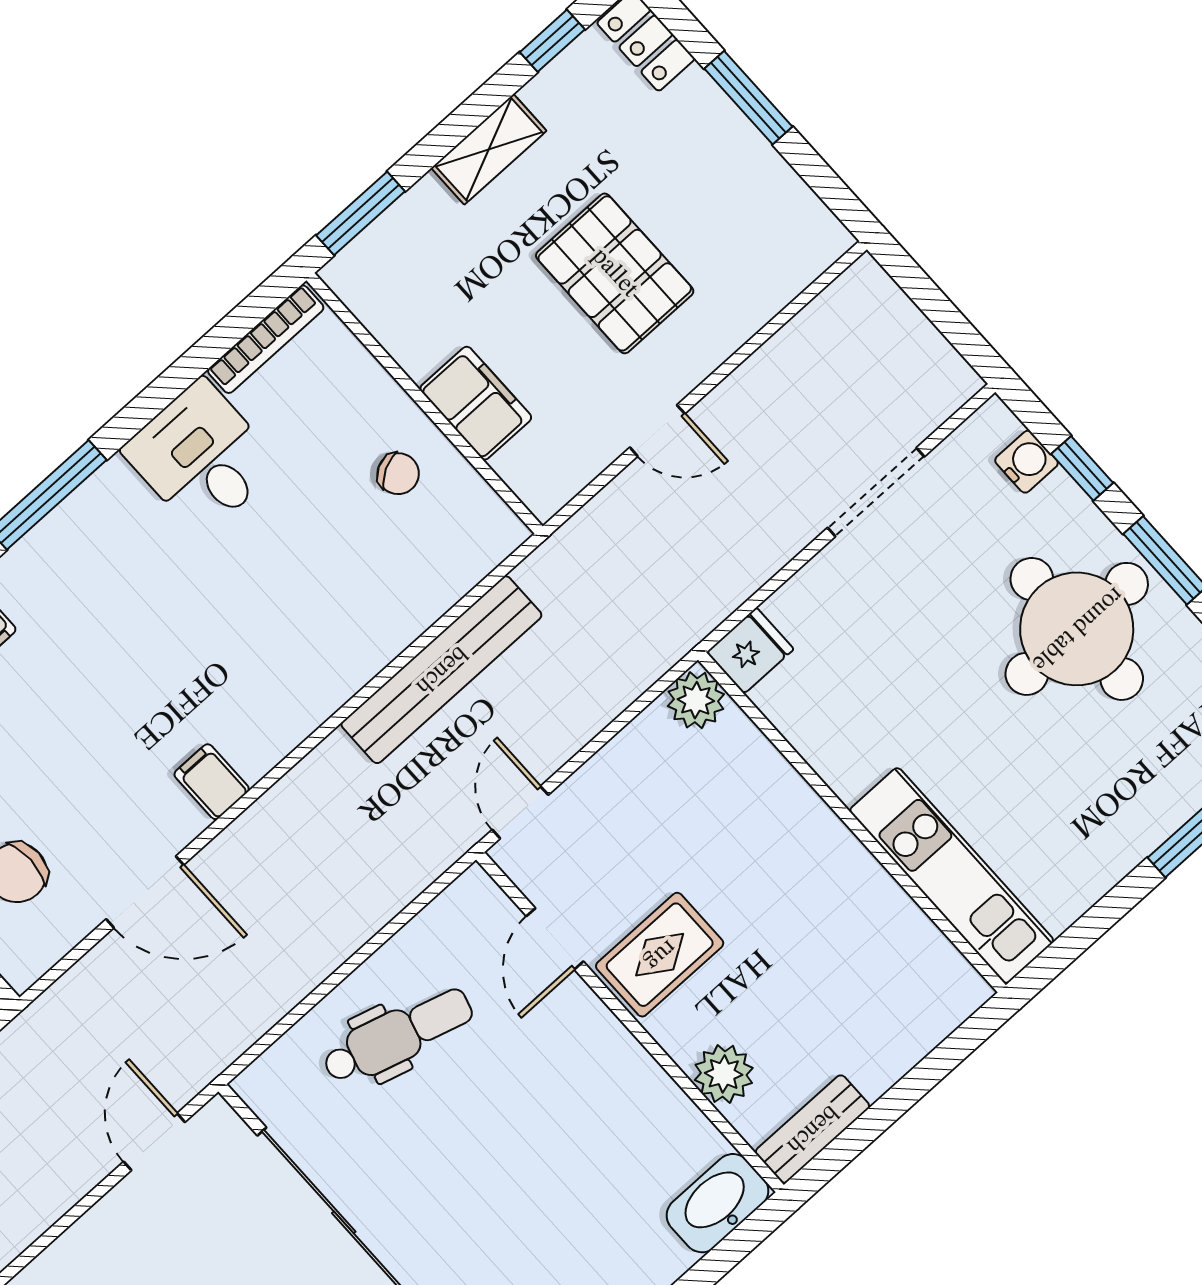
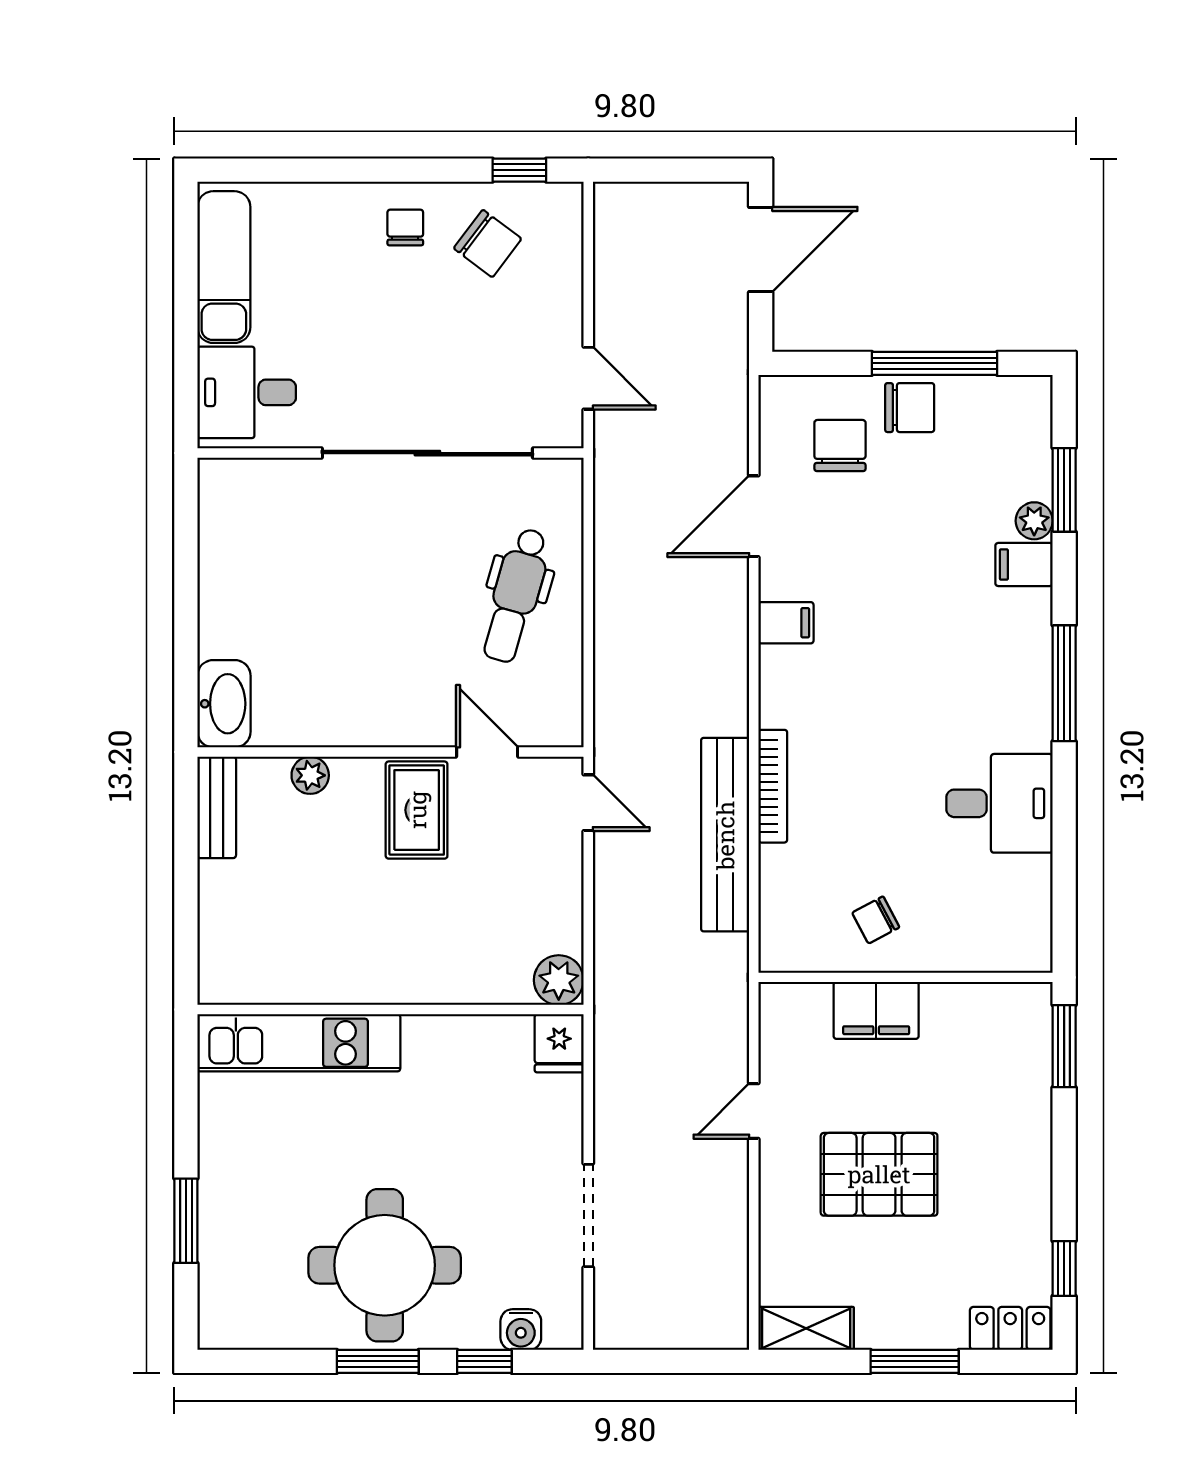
shelving: (489, 149) -> (806, 1328), moved, turned 90
bookcase: (266, 339) -> (773, 786), moved, turned 180
plant: (724, 1074) -> (310, 775), width x0.73, depth x0.73

